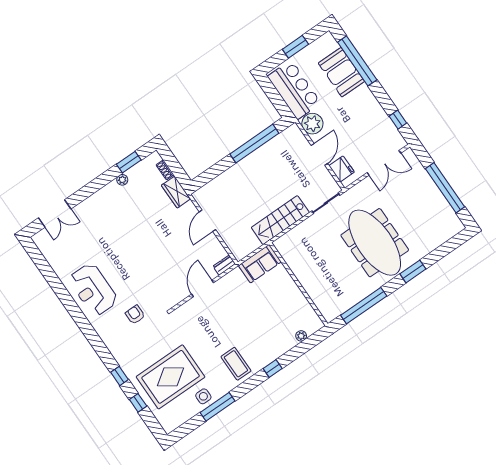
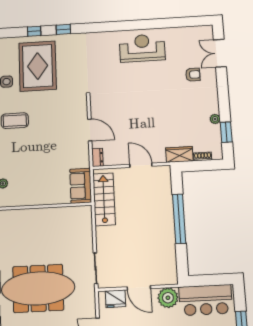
window: (254, 144) -> (179, 219), moved
stairs: (280, 220) -> (104, 199), moved
armchair: (135, 315) -> (193, 75), moved

